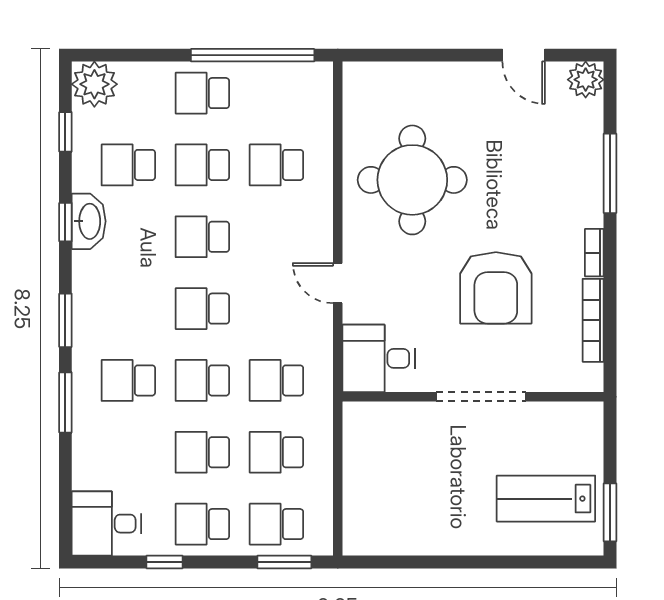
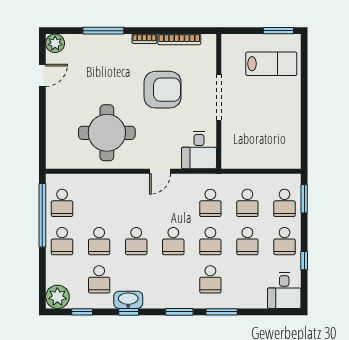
school desk: (276, 165) -> (62, 203), moved
lab bench: (546, 499) -> (271, 64), turned -90

